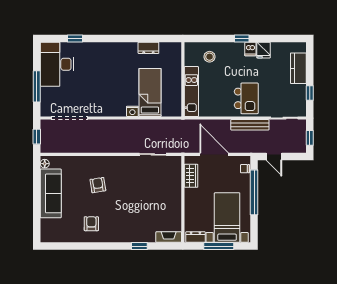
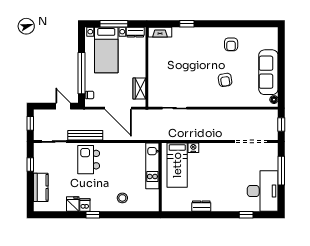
dresser: (148, 48) -> (201, 206), moved
wall: (183, 79) -> (160, 177), moved
kitchen unit: (191, 92) -> (152, 166), moved

